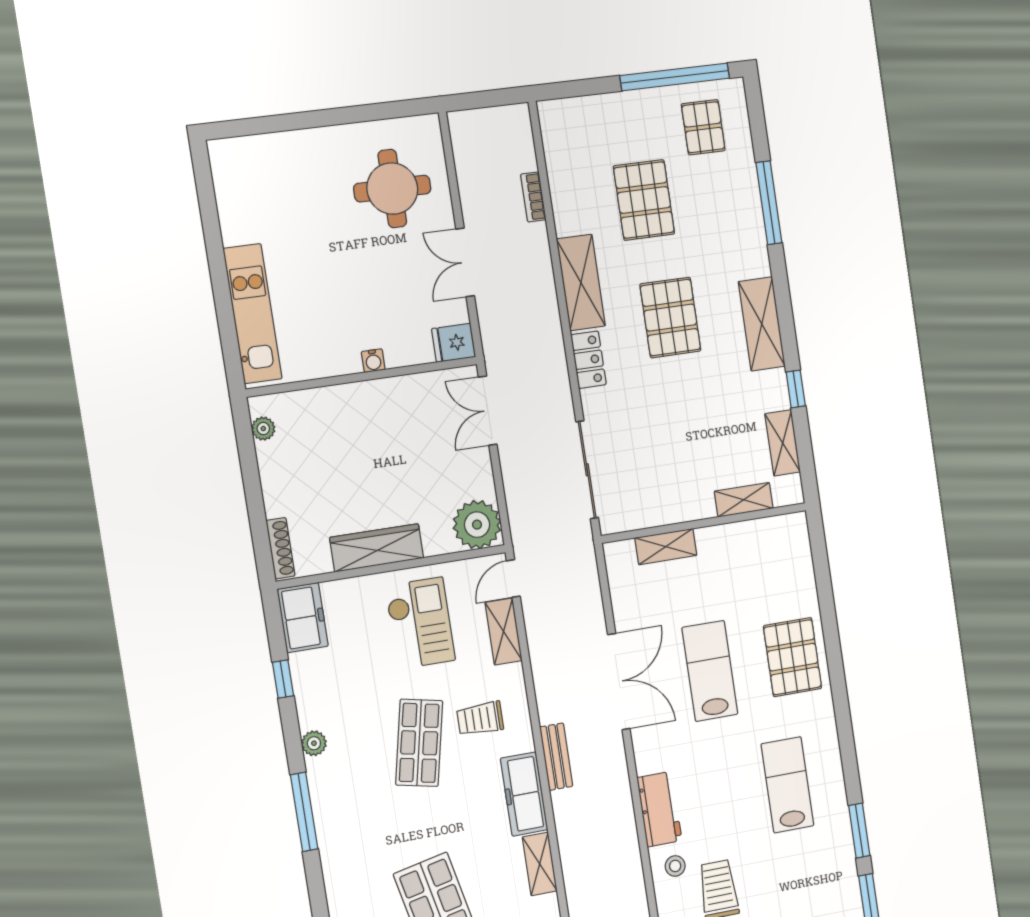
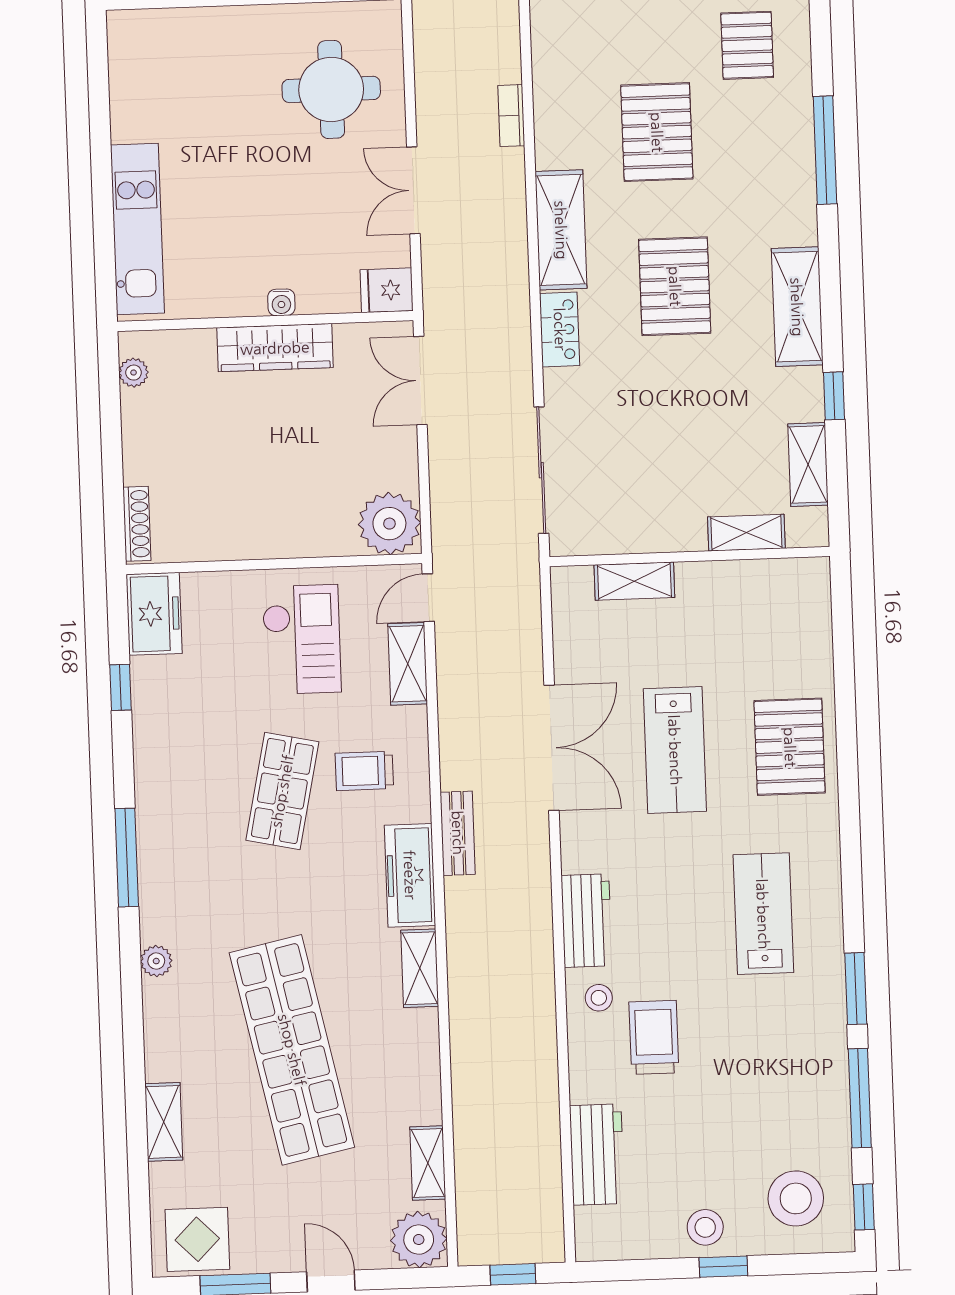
wardrobe: (377, 548) -> (275, 348), moved, turned 180
lab bench: (710, 671) -> (675, 750), turned 180
plant: (314, 743) -> (156, 961), moved

